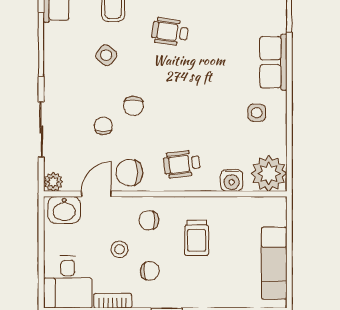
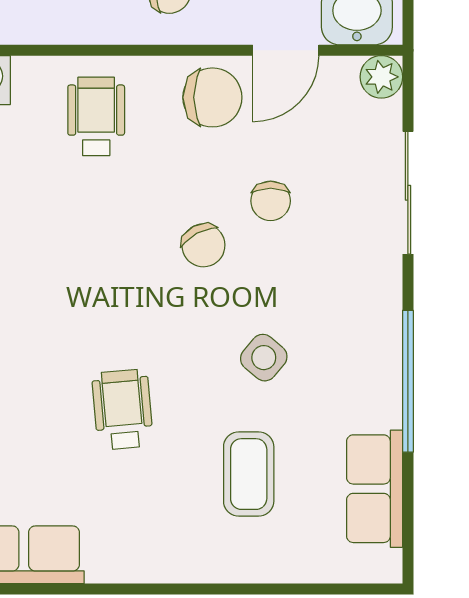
wheelchair: (170, 32) -> (123, 410), turned -103
chair: (133, 106) -> (203, 245), turned 152
wheelchair: (182, 164) -> (96, 116), turned -83

